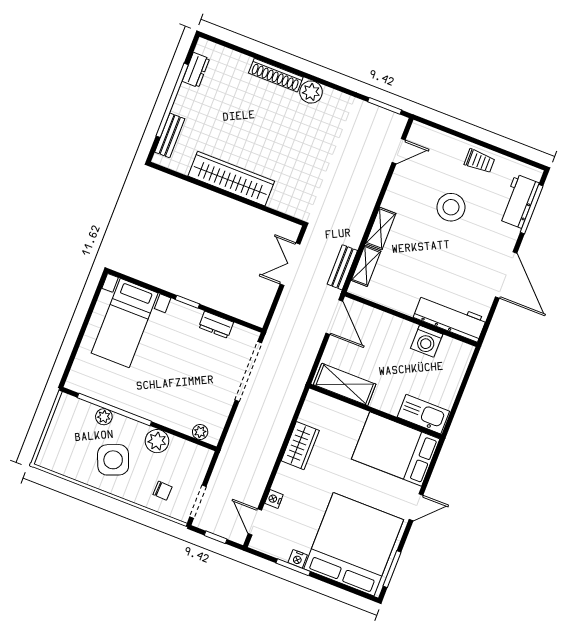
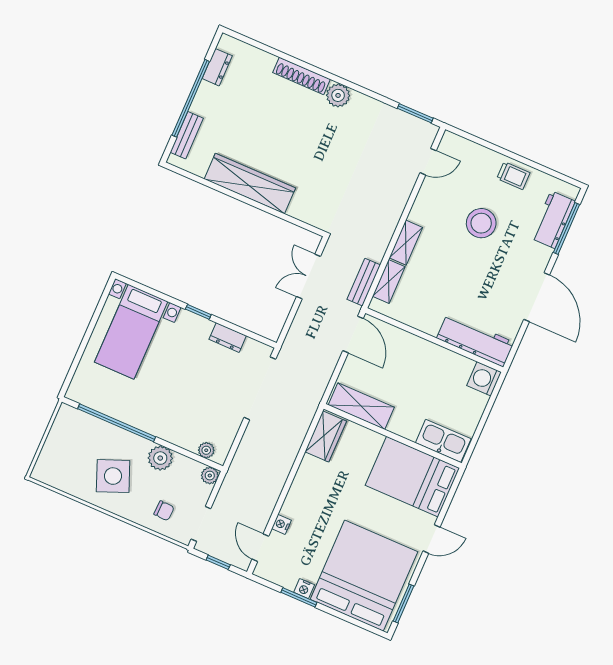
washing machine: (427, 341) -> (484, 379), moved, turned 90
plant: (104, 417) -> (210, 476), moved
wardrobe: (300, 446) -> (326, 436), moved

